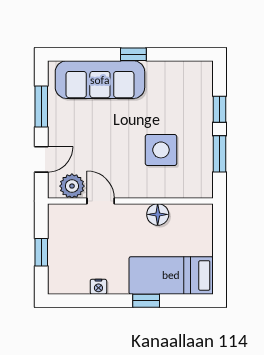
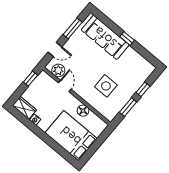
window: (41, 252) -> (30, 79), moved
bed: (171, 275) -> (71, 136), width x1.50
wardrobe: (68, 282) -> (24, 108), added
window: (146, 301) -> (49, 141), removed

